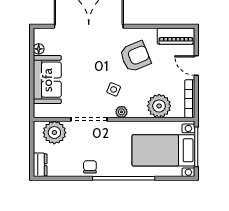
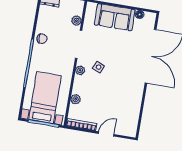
piano: (176, 36) -> (132, 122), removed
armchair: (135, 56) -> (121, 88), removed
plant: (159, 106) -> (76, 99), width x0.53, depth x0.53
plant: (54, 133) -> (76, 21), width x0.53, depth x0.53

